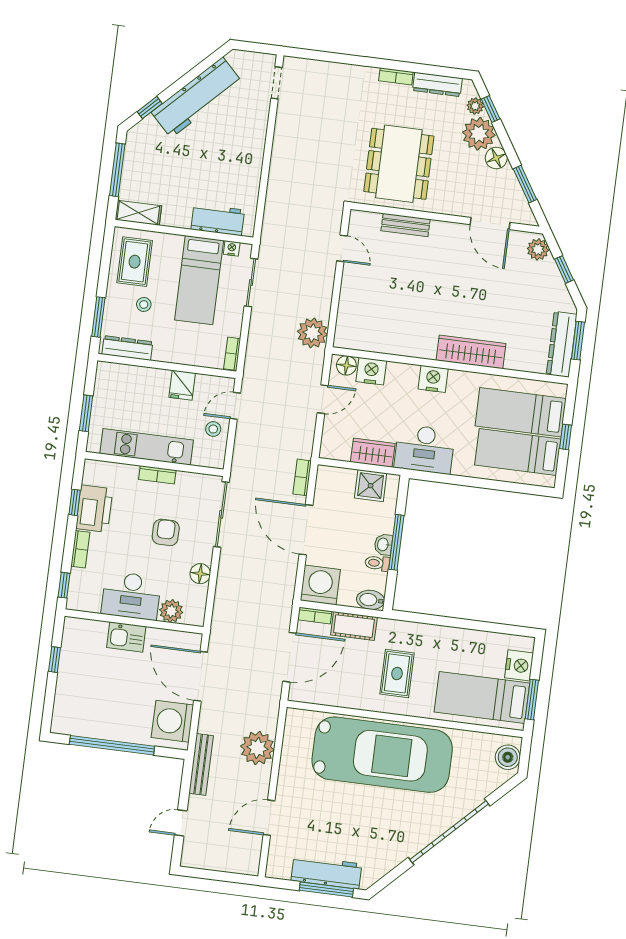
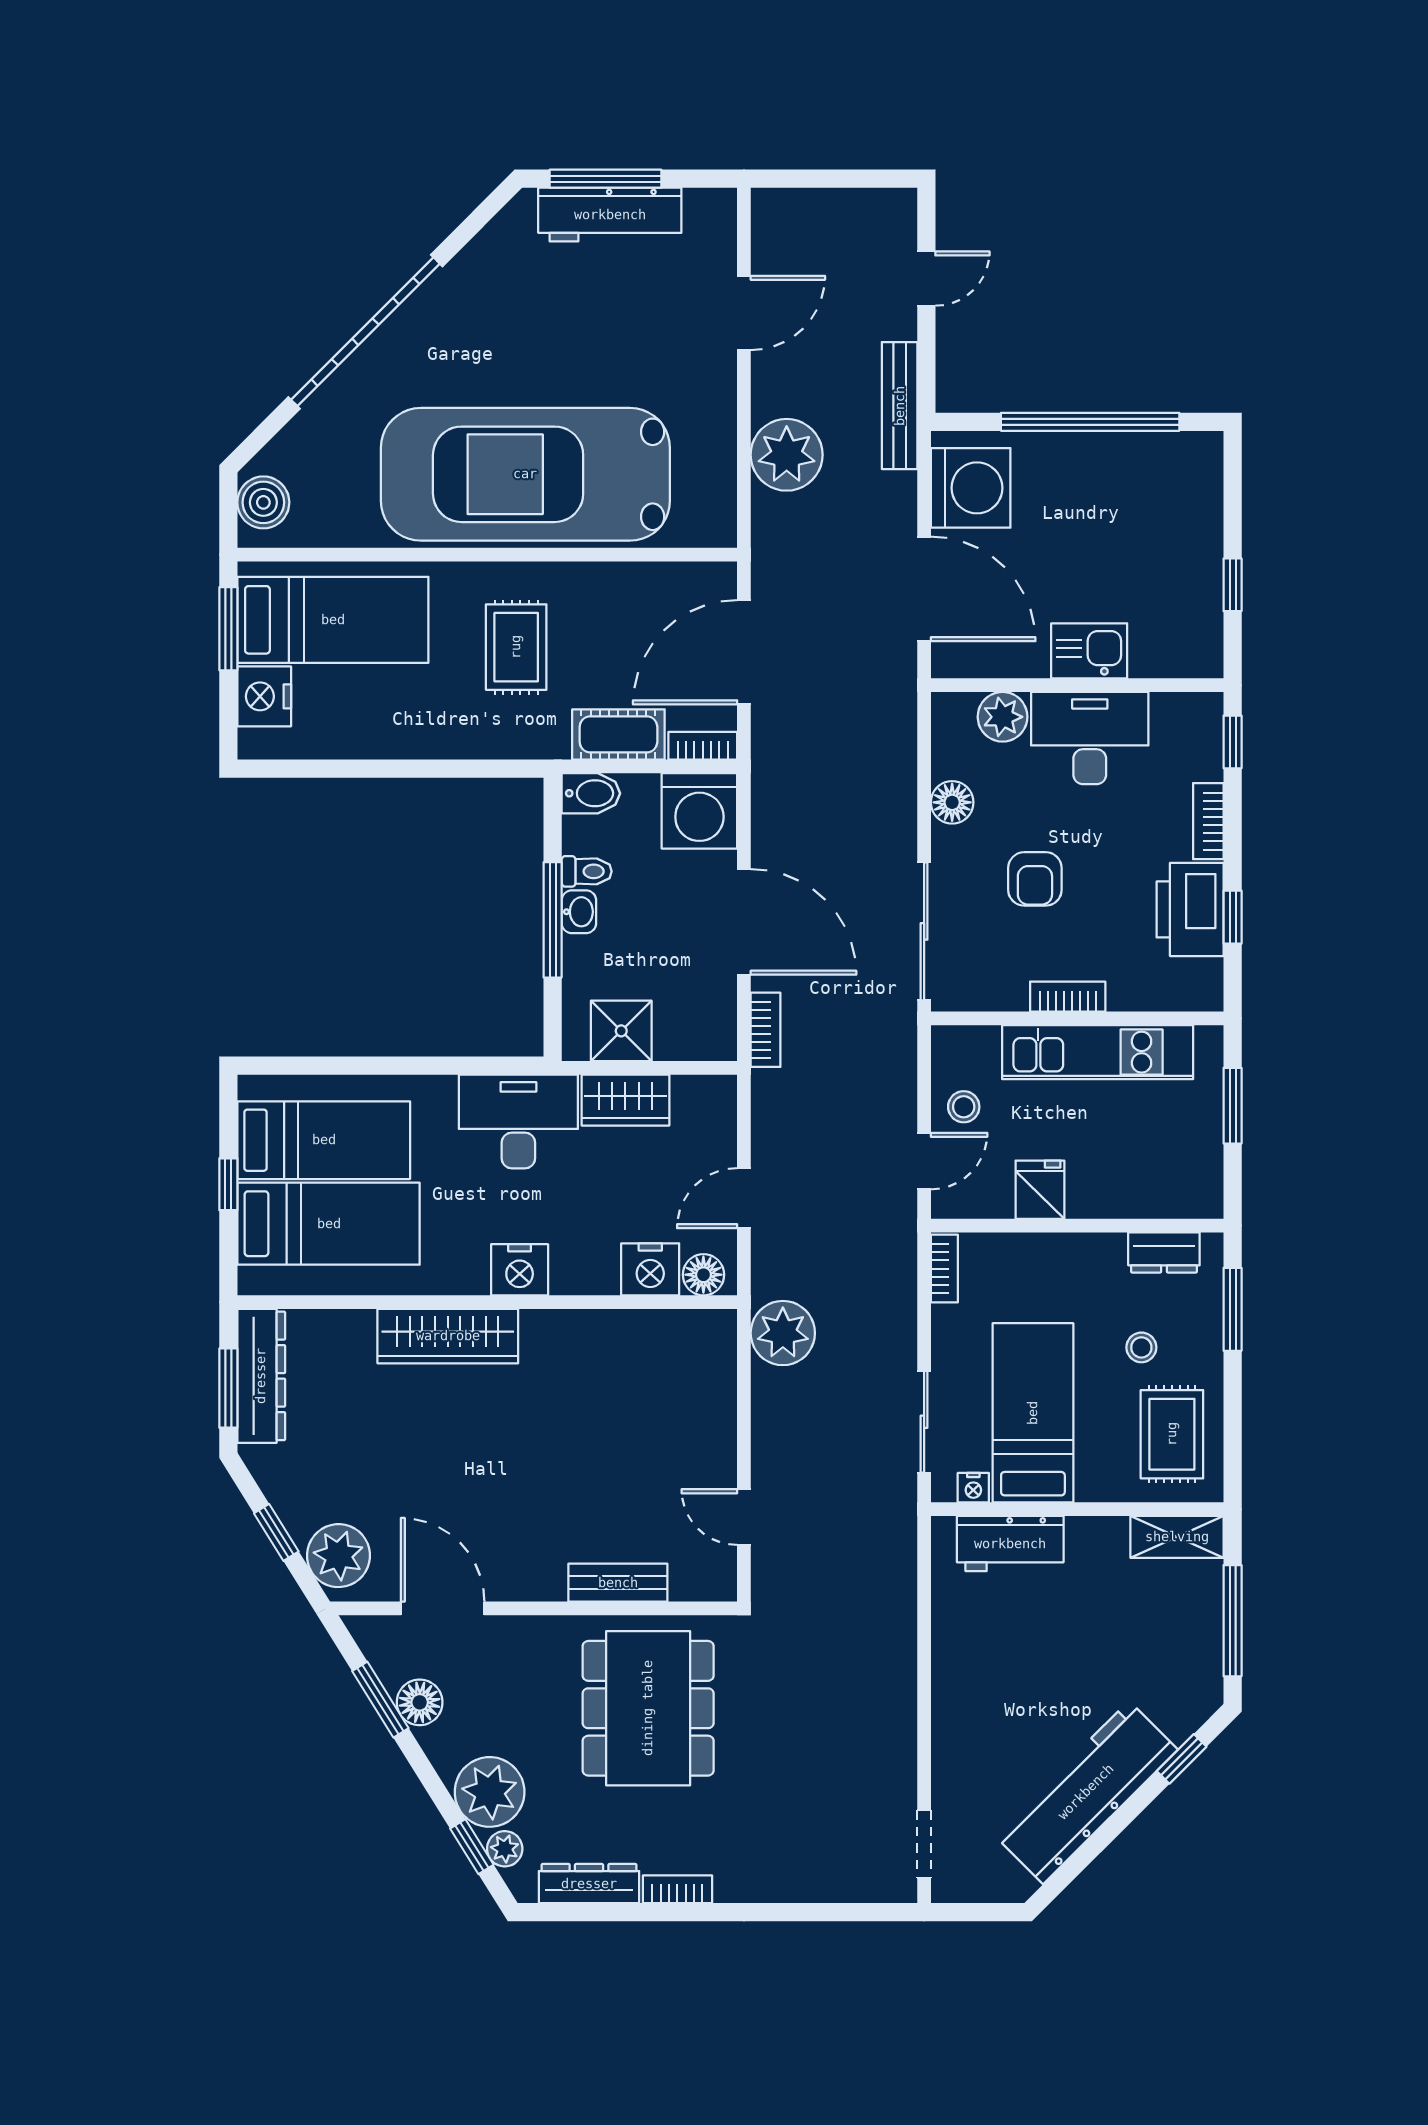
floor lamp: (496, 158) -> (420, 1702), moved
plant: (538, 249) -> (338, 1556), width x1.36, depth x1.36
dresser: (127, 348) -> (1164, 1252), width x0.70

